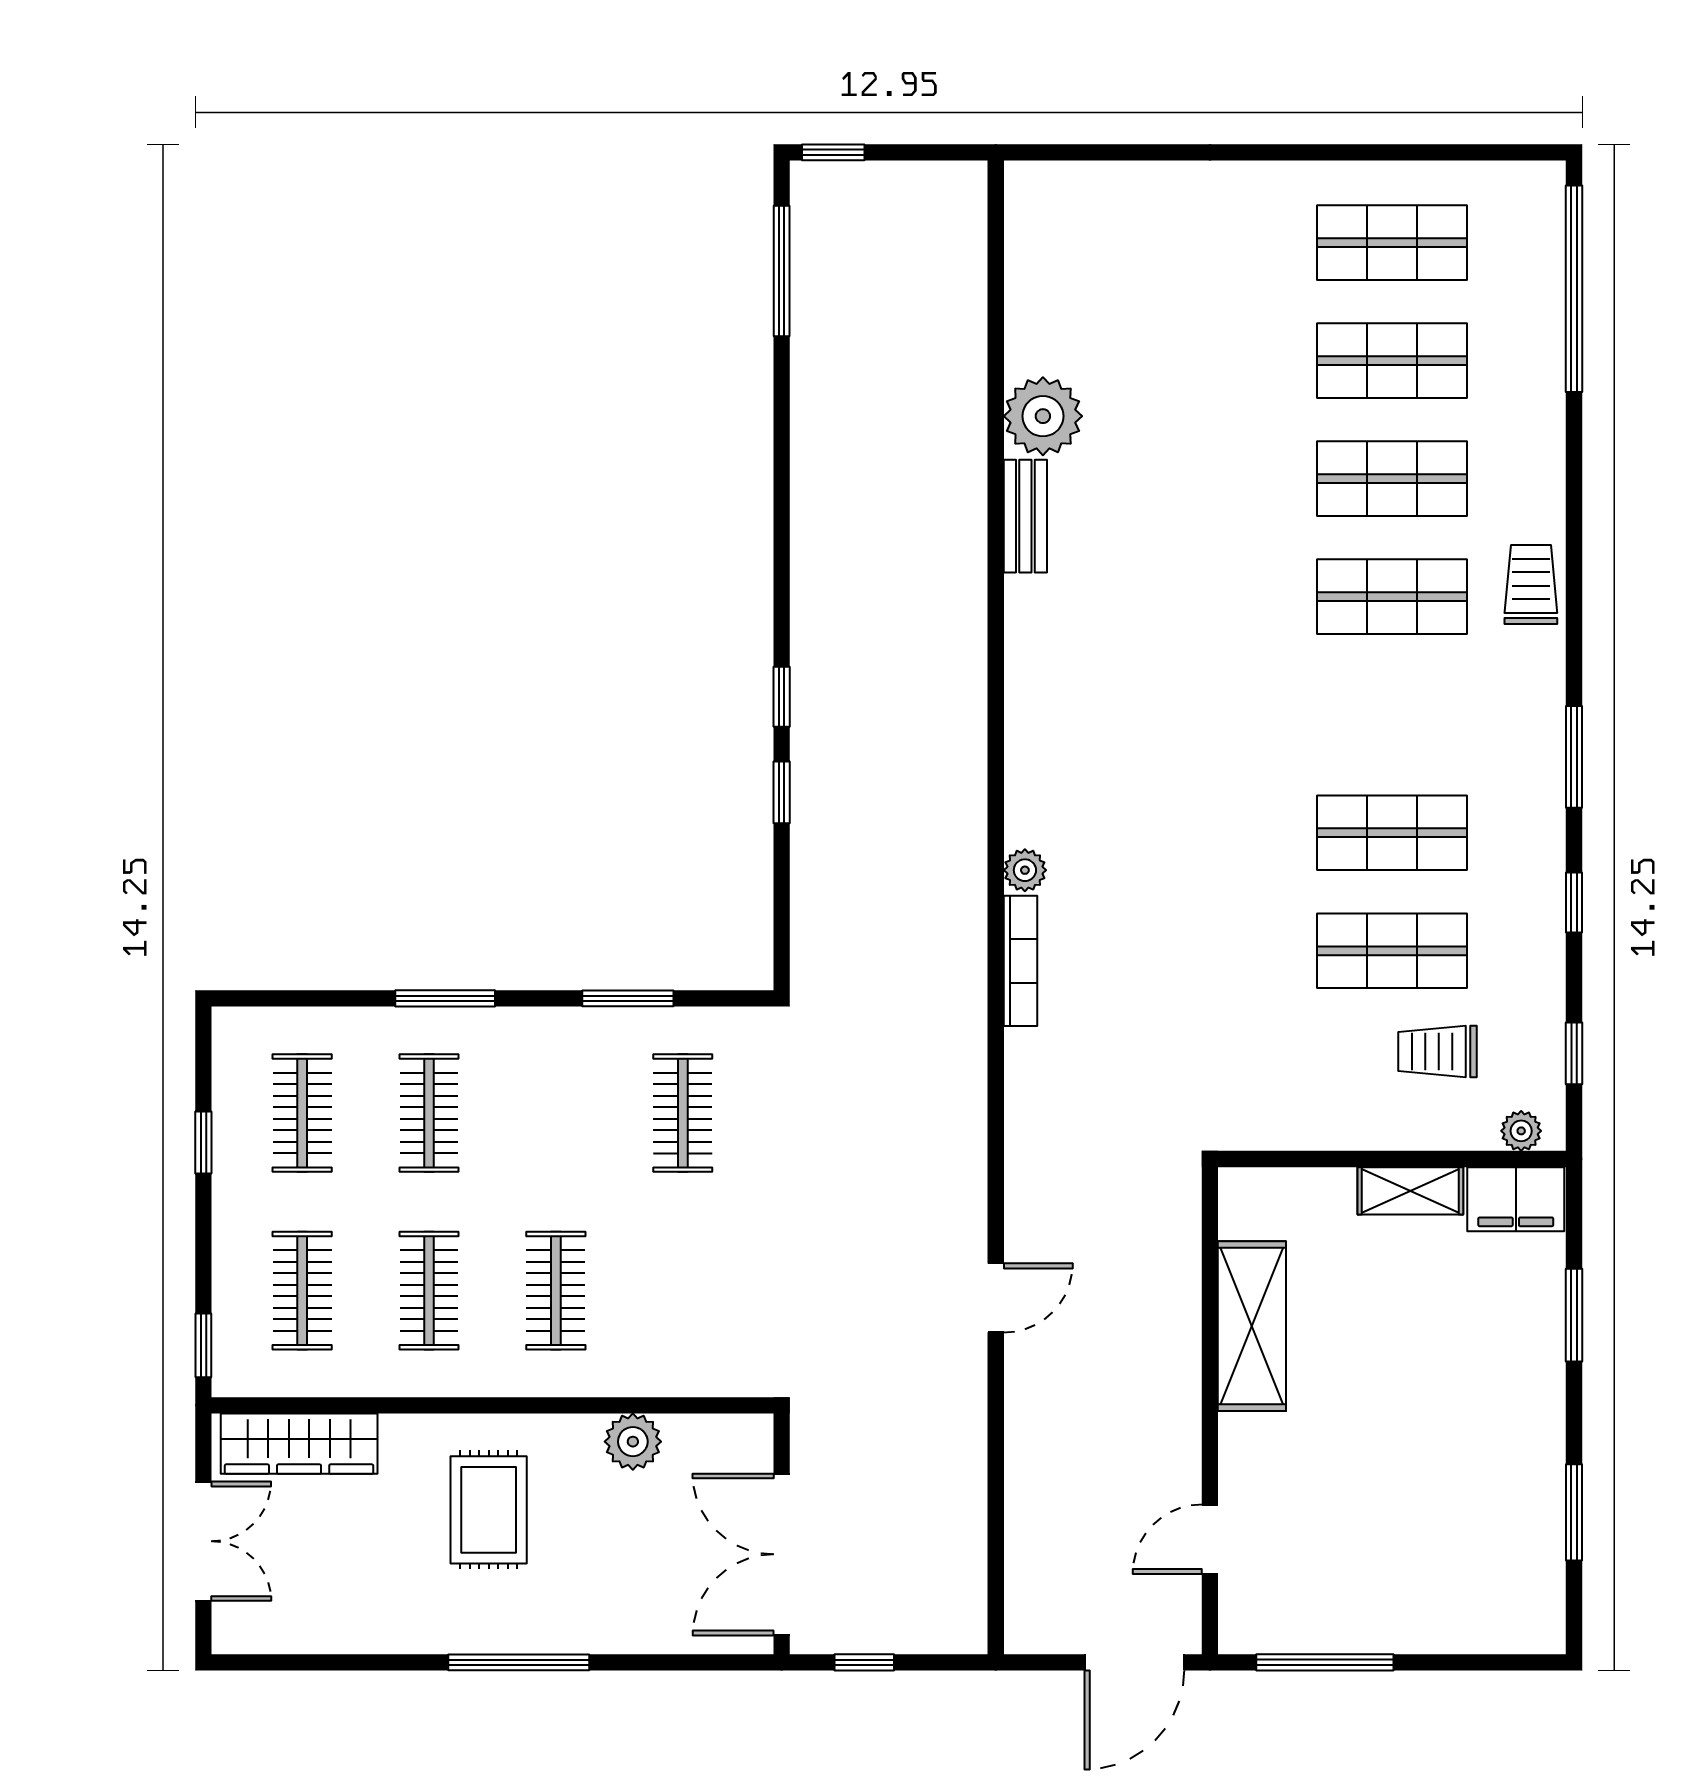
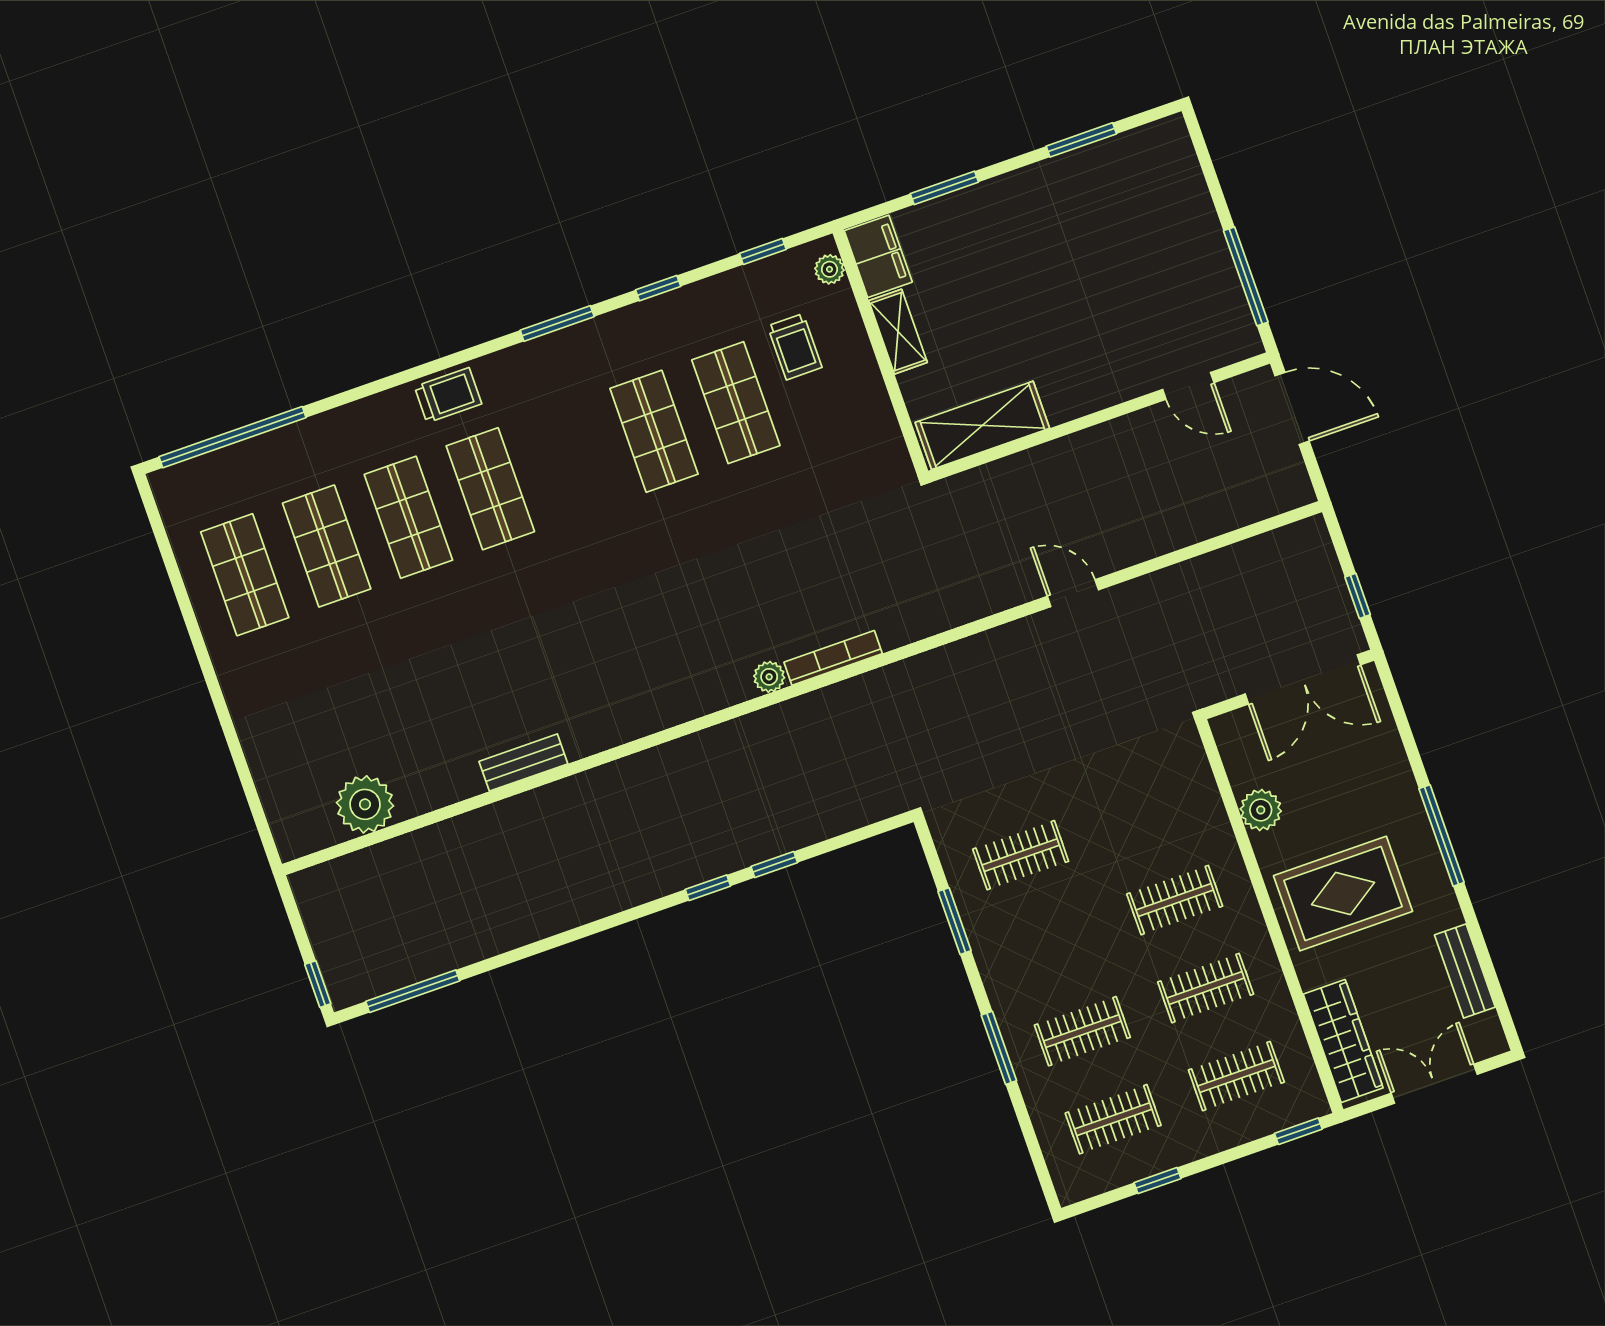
plant: (1043, 416) -> (365, 804), moved
trolley: (1531, 585) -> (448, 395), turned 180
shelving: (1252, 1326) -> (982, 425), moved
rug: (489, 1510) -> (1343, 893), width x1.36, depth x1.43
bench: (334, 1631) -> (1465, 971), added

